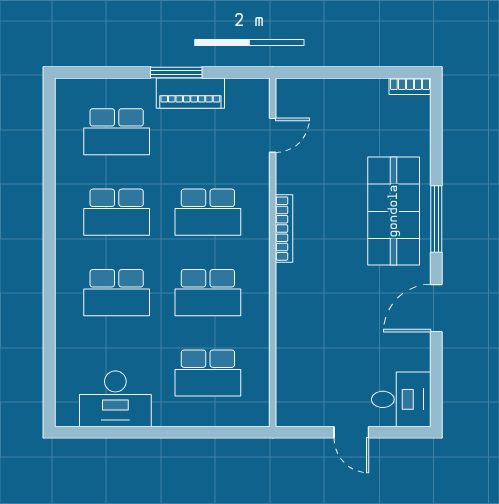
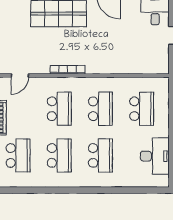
door: (273, 135) -> (20, 76), swing flipped

